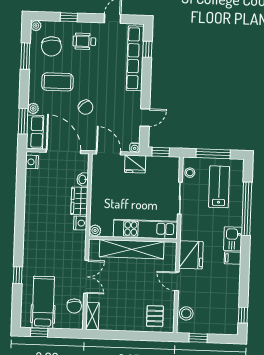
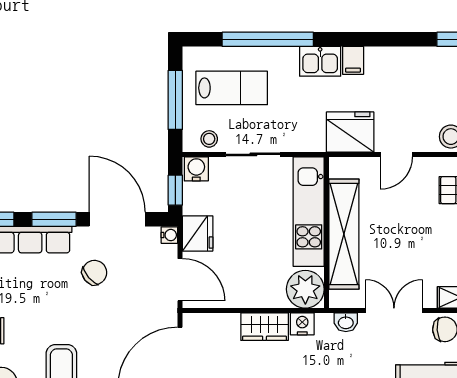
window: (146, 81) -> (54, 219), added
chair: (86, 107) -> (94, 273), moved
door: (145, 117) -> (117, 219), width x1.88
door: (108, 153) -> (180, 280), swing flipped
water cooler: (173, 165) -> (196, 169), added
washbasin: (83, 179) -> (346, 322), moved
lab bench: (219, 187) -> (232, 88), turned 180
plant: (95, 231) -> (305, 289), width x1.88, depth x1.88

